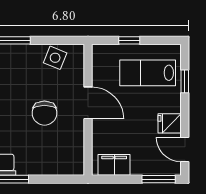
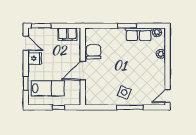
side table: (55, 58) -> (124, 92), moved
door: (88, 103) -> (83, 71), hinge flipped
chair: (44, 113) -> (94, 52), moved

